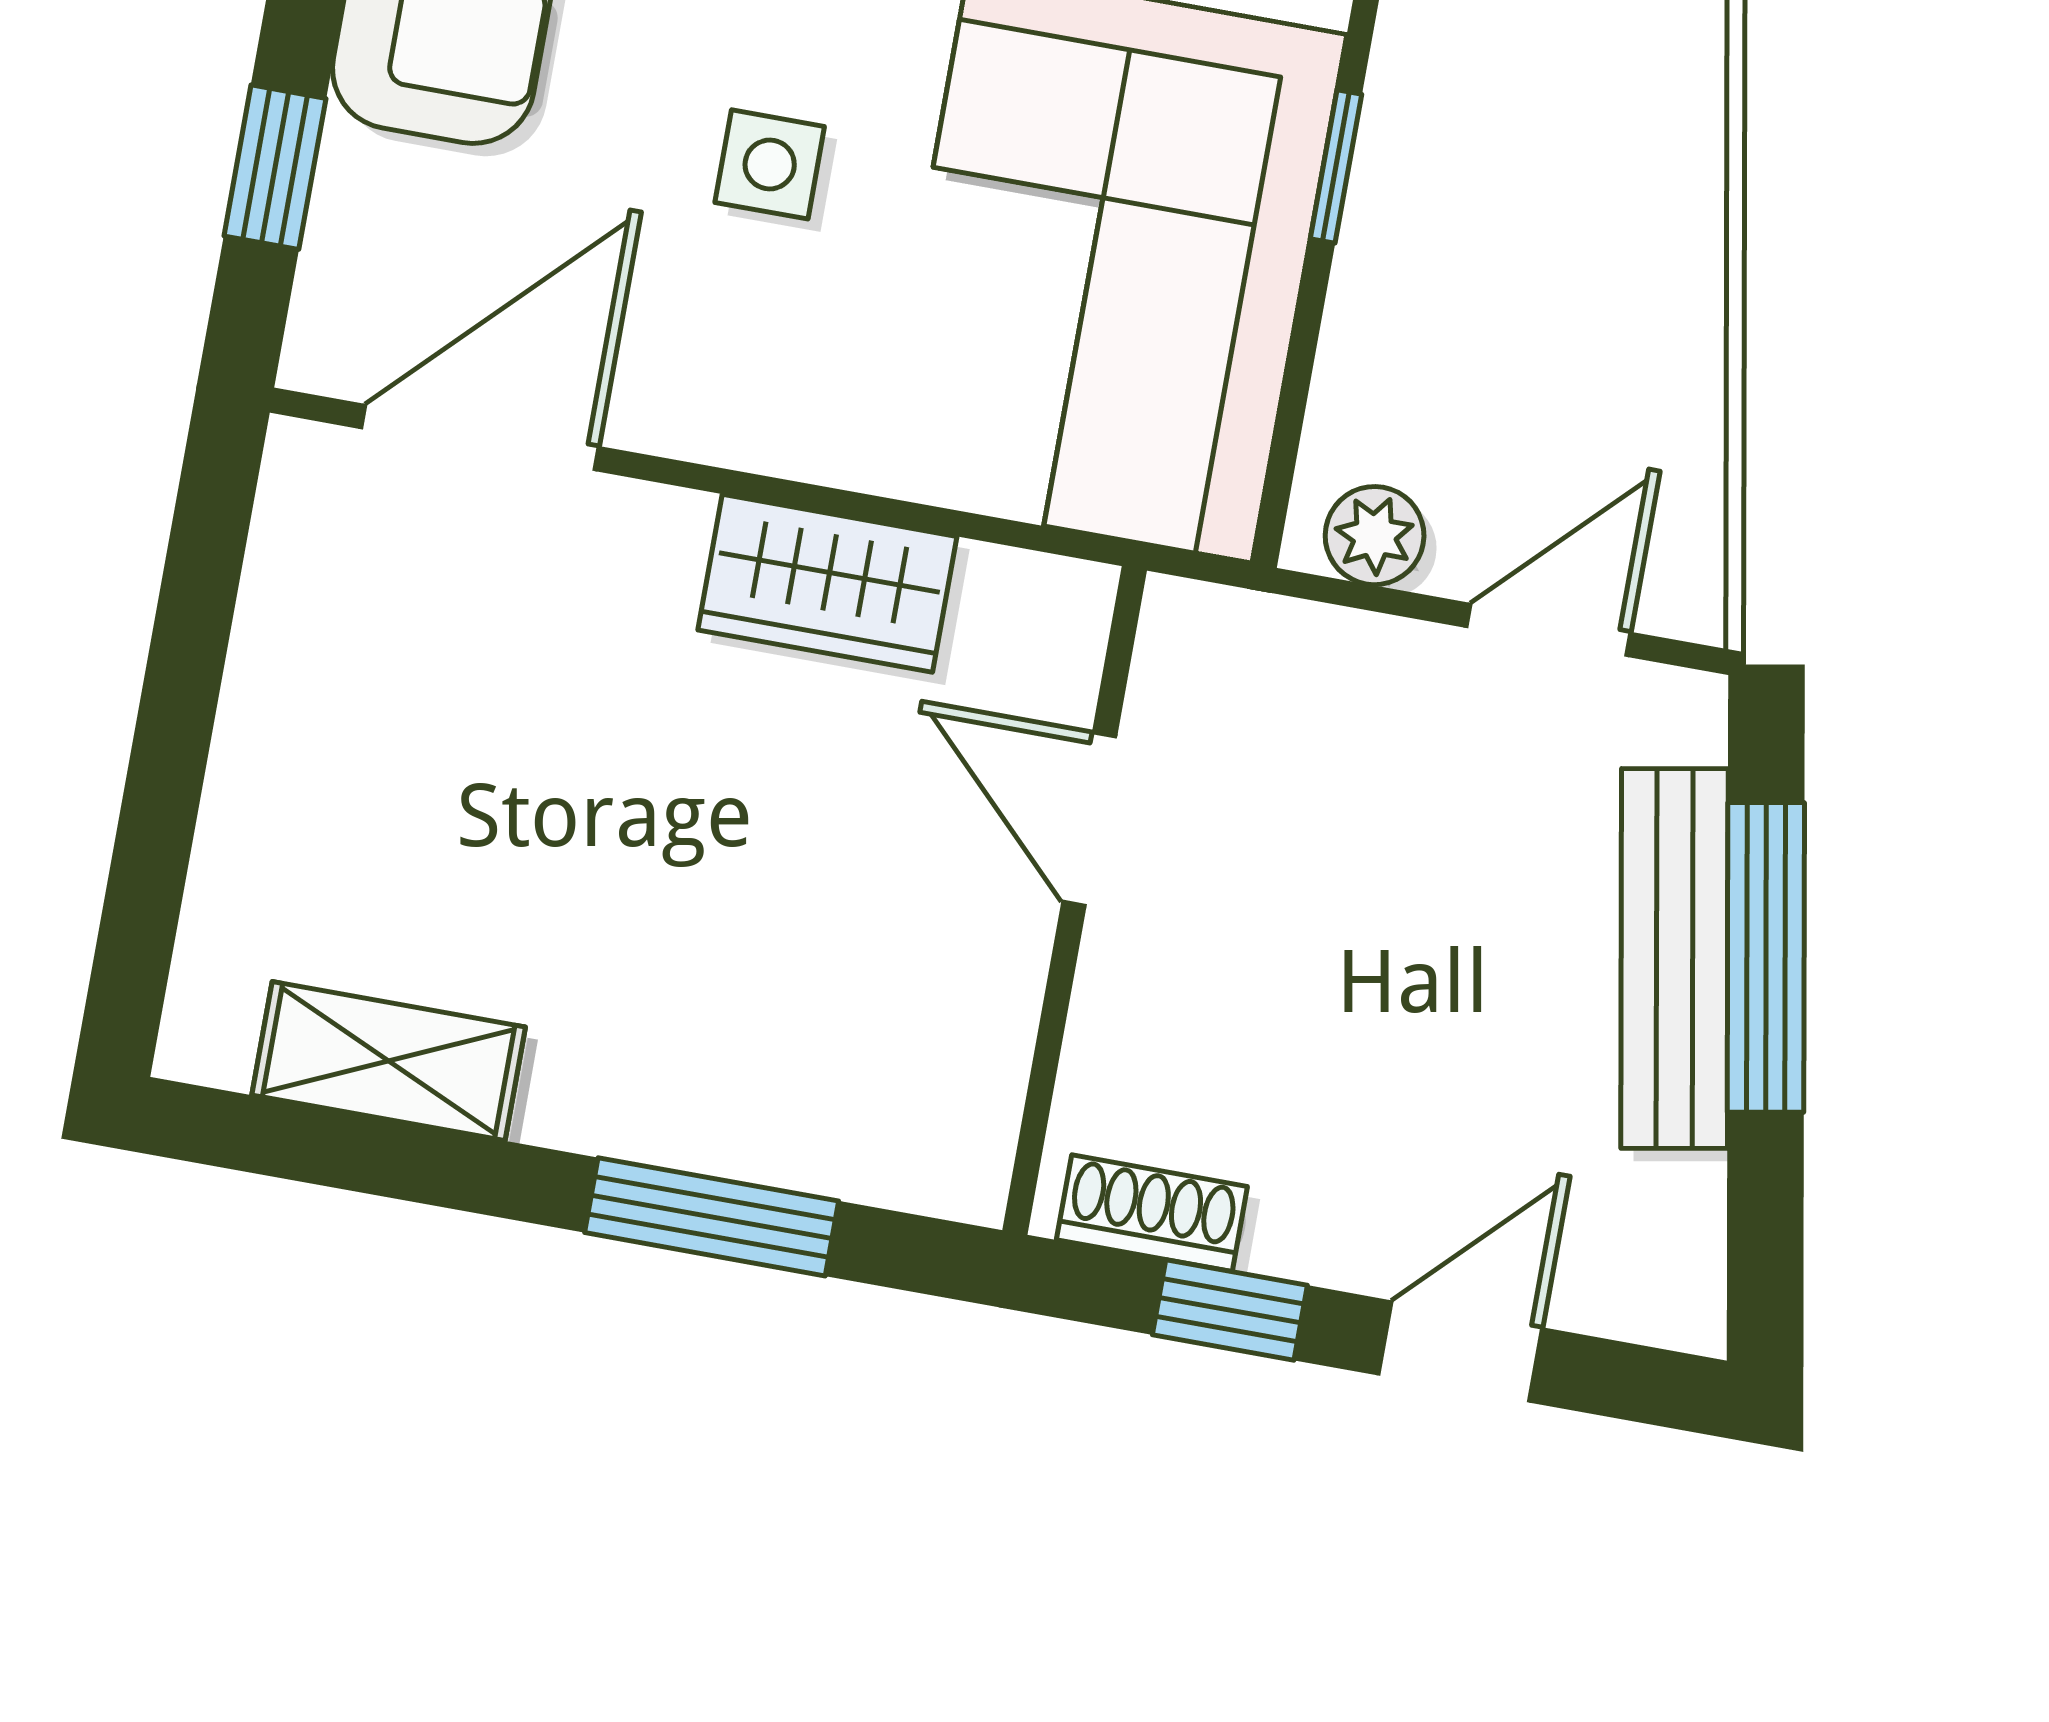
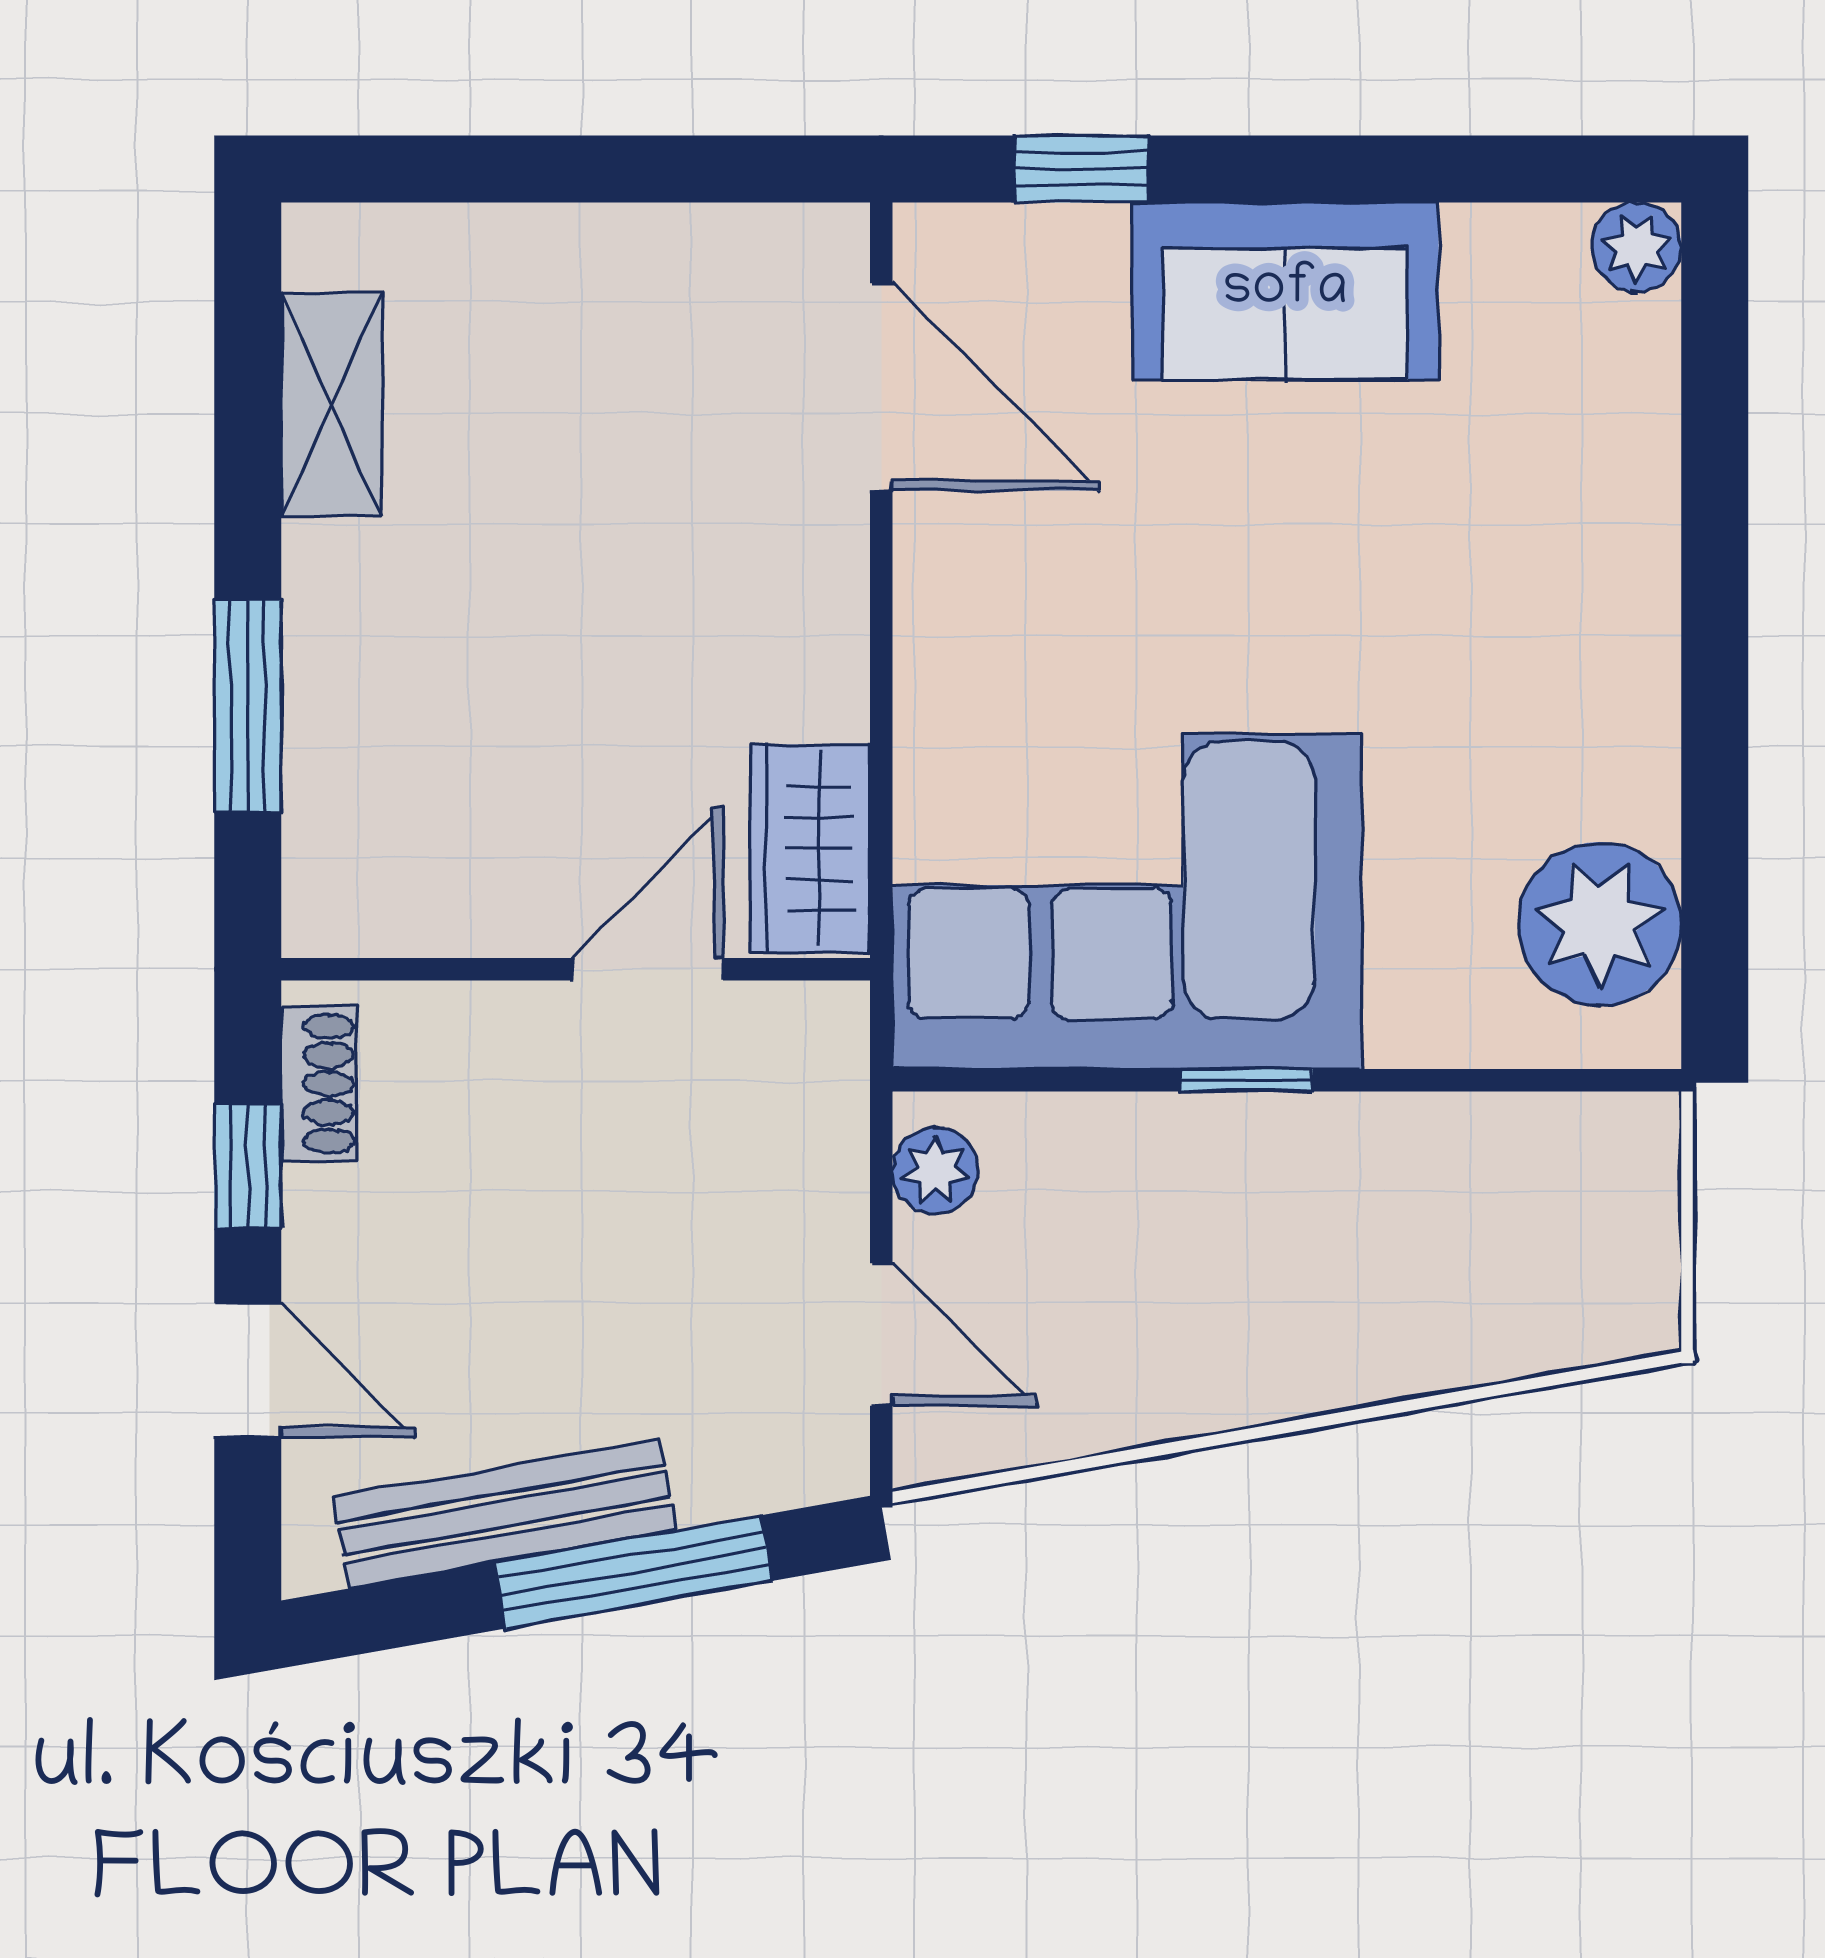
side table: (770, 164) -> (1161, 594), removed
wardrobe: (827, 583) -> (810, 849), moved
bench: (1674, 959) -> (505, 1514), moved

